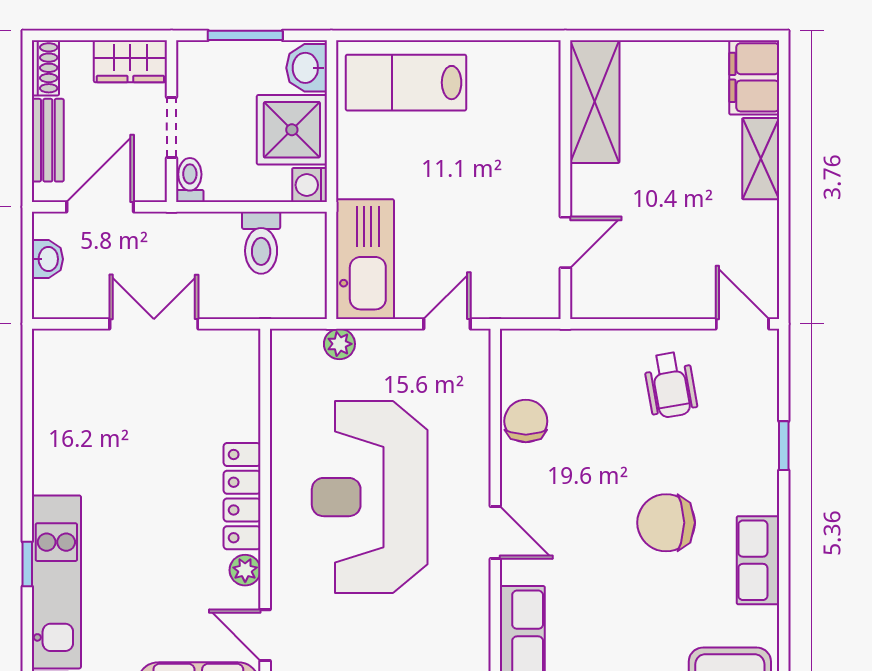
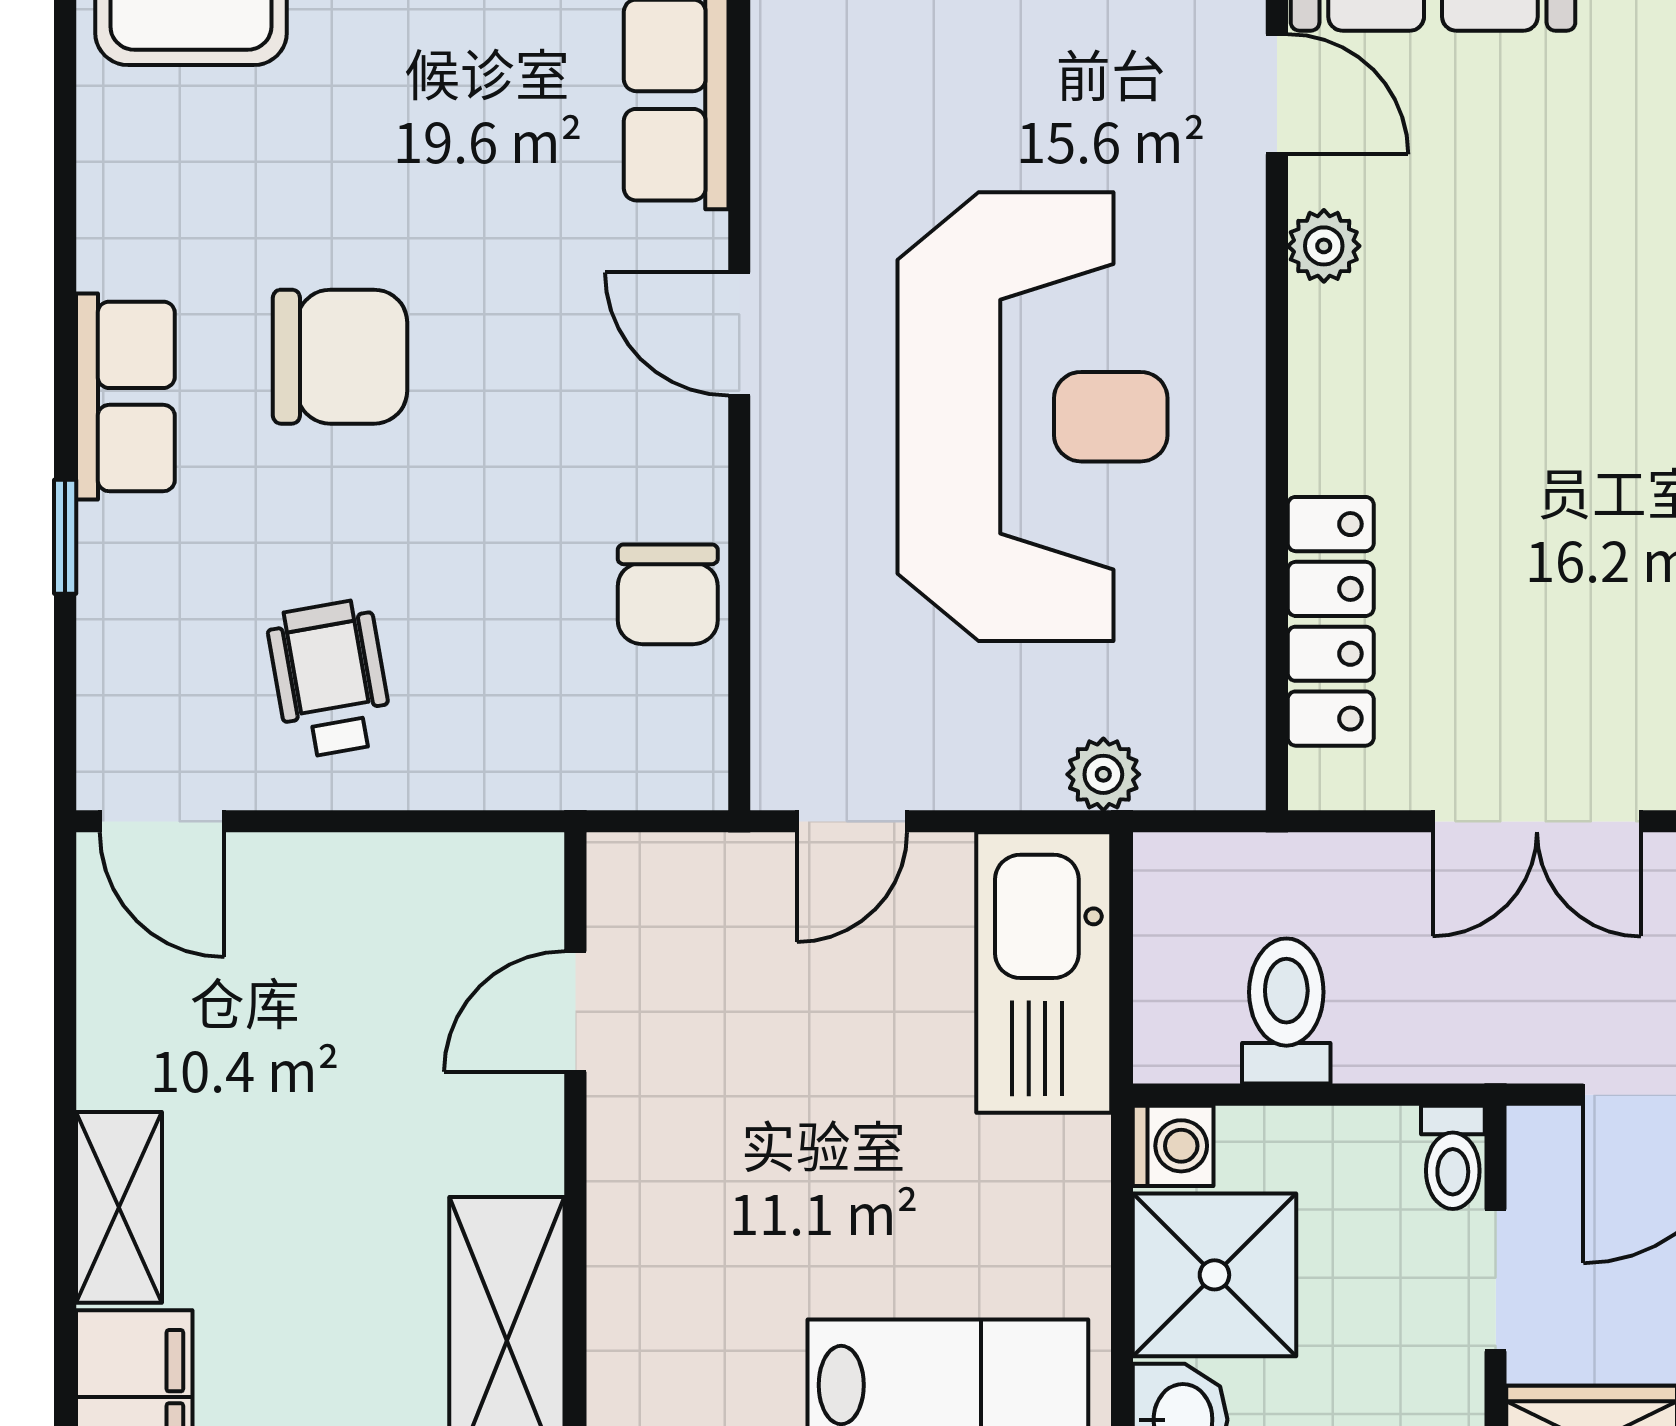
locker: (242, 496) -> (1331, 621), moved
row of seats: (758, 560) -> (125, 396), moved

